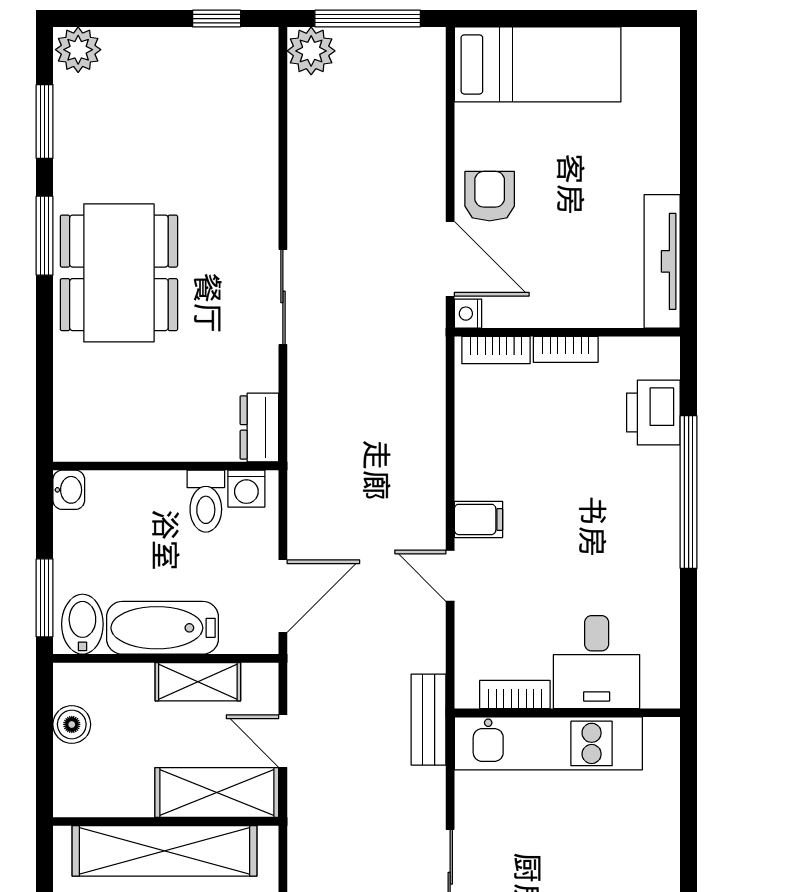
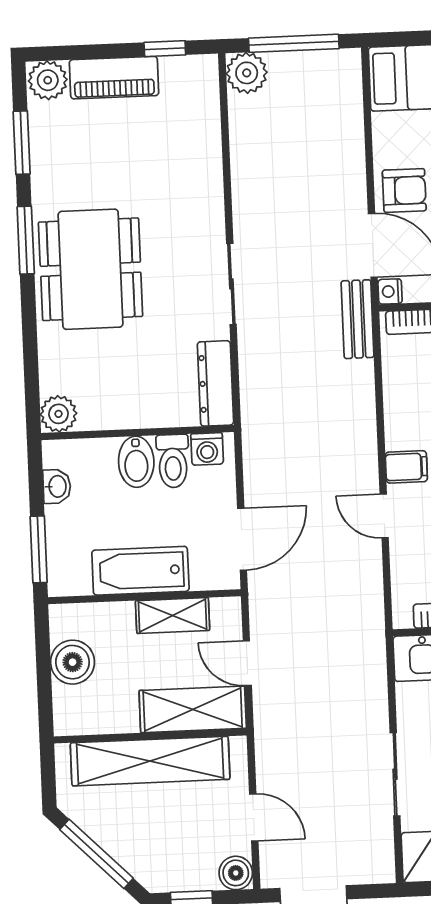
piano: (156, 50) -> (114, 78), added
armchair: (490, 196) -> (404, 190), turned 90
dresser: (259, 427) -> (215, 383), width x1.44
plant: (74, 440) -> (58, 414), added
washbasin: (69, 490) -> (57, 486), moved
bidet: (82, 624) -> (136, 462), moved, turned 180
bench: (429, 720) -> (357, 319), moved
boiler: (72, 724) -> (73, 662), width x1.36, depth x1.36

